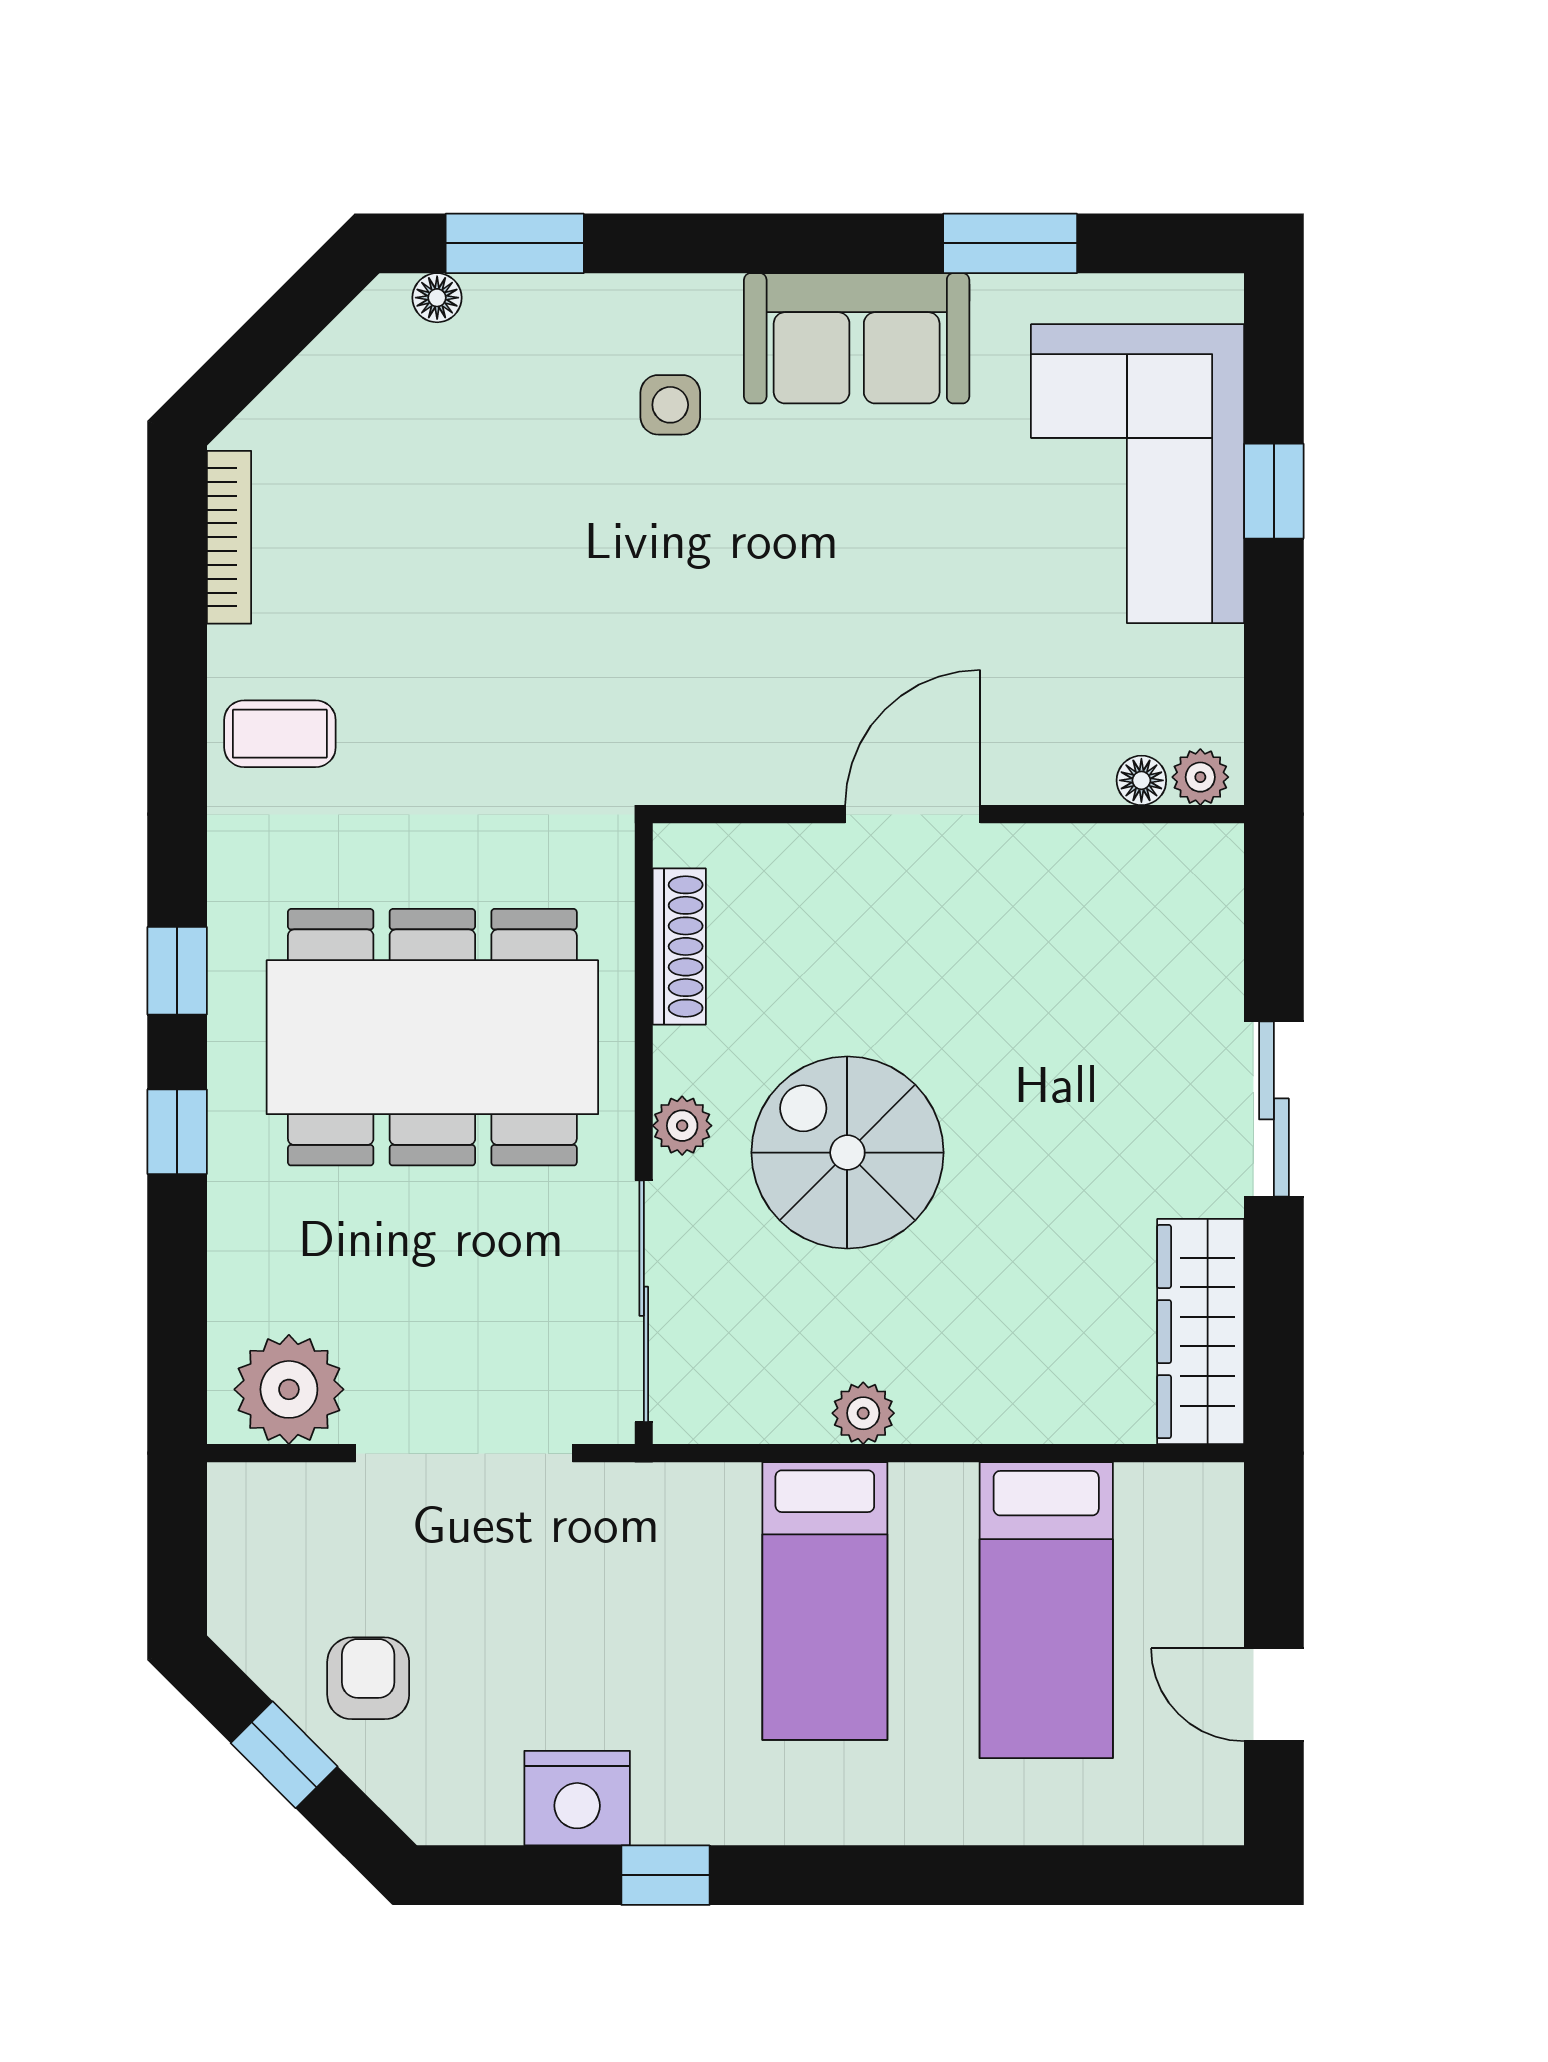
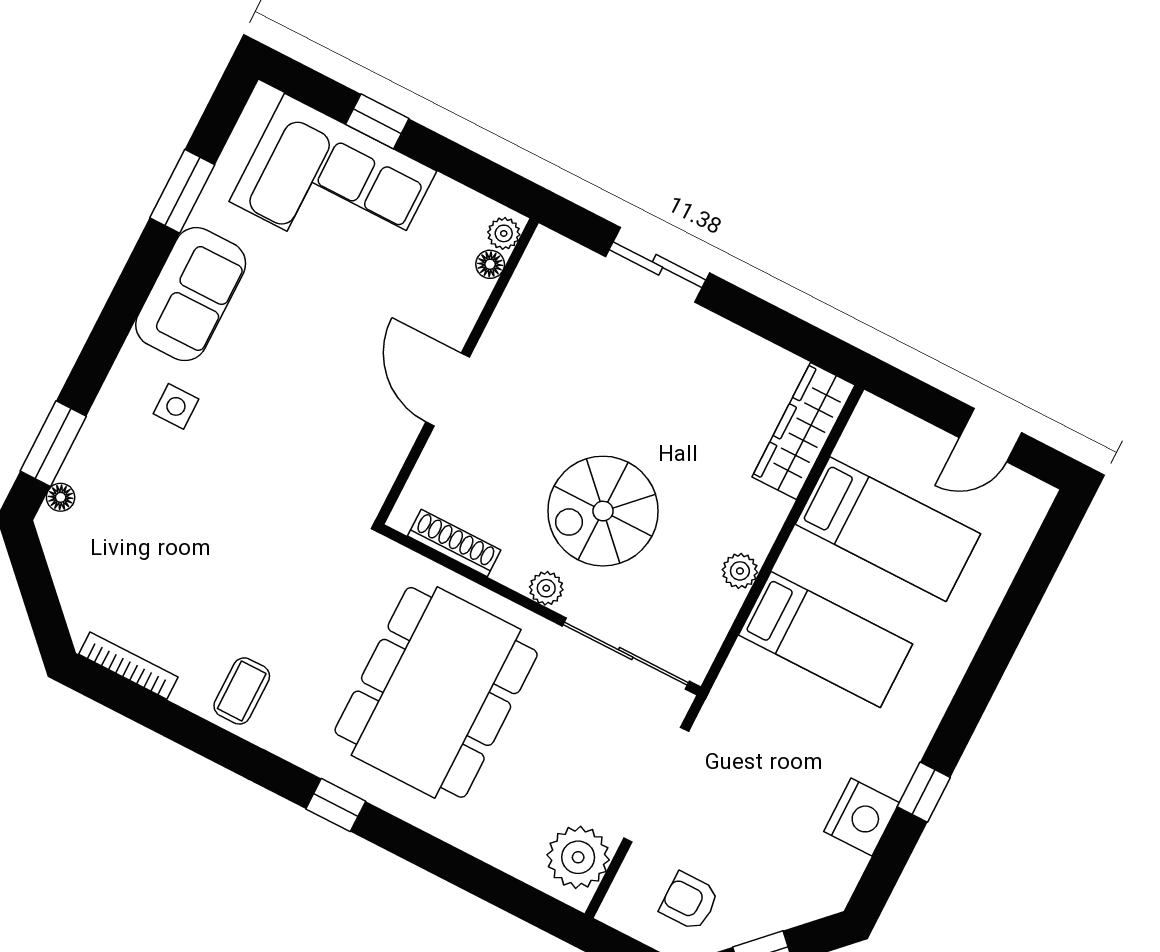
sliding door: (1274, 1109) -> (657, 265), moved
window: (177, 1132) -> (418, 847), removed
wardrobe: (1201, 1332) -> (803, 431), moved, turned 90
armchair: (368, 1678) -> (689, 901), moved

